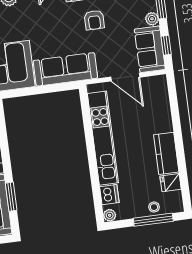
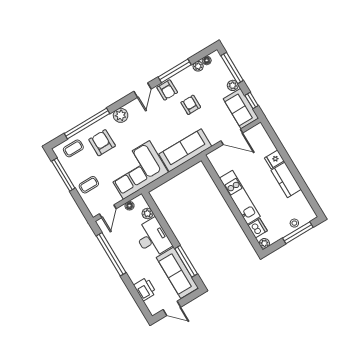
armchair: (94, 20) -> (191, 105), turned 180
kitchen unit: (103, 138) -> (240, 197), width x0.73
fridge: (171, 183) -> (274, 159), moved
window: (11, 197) -> (186, 261), width x1.44

